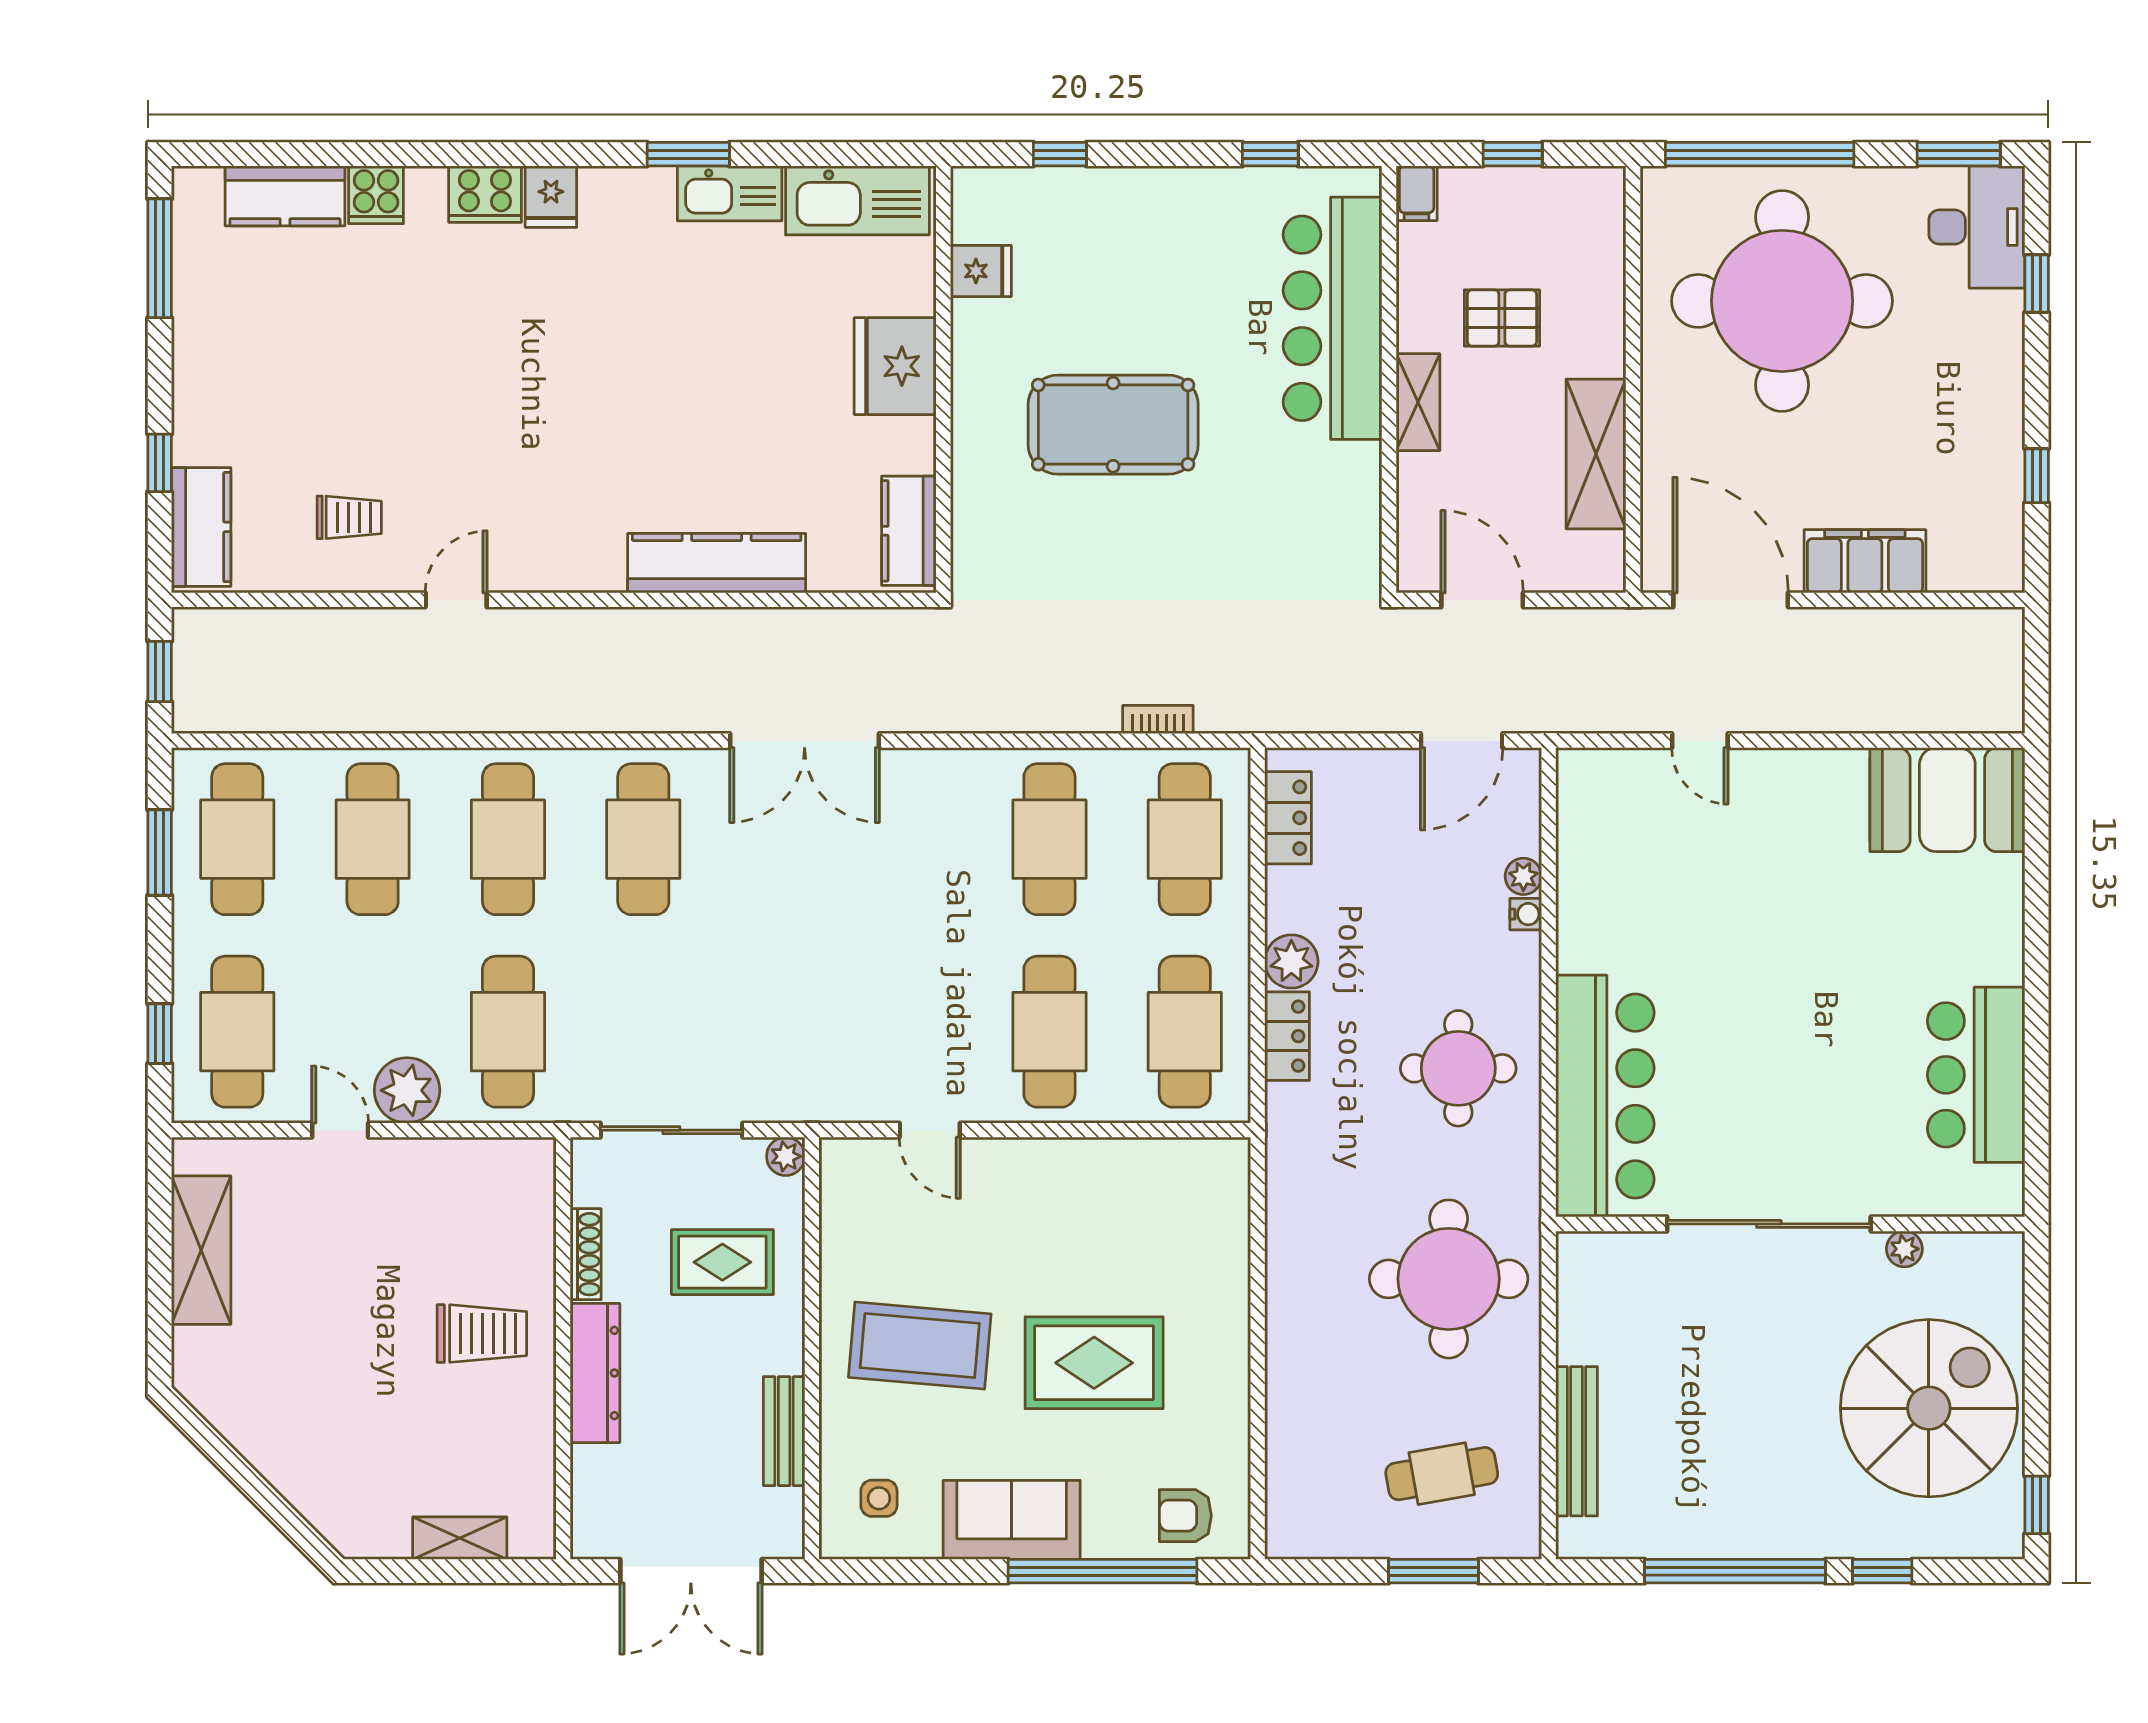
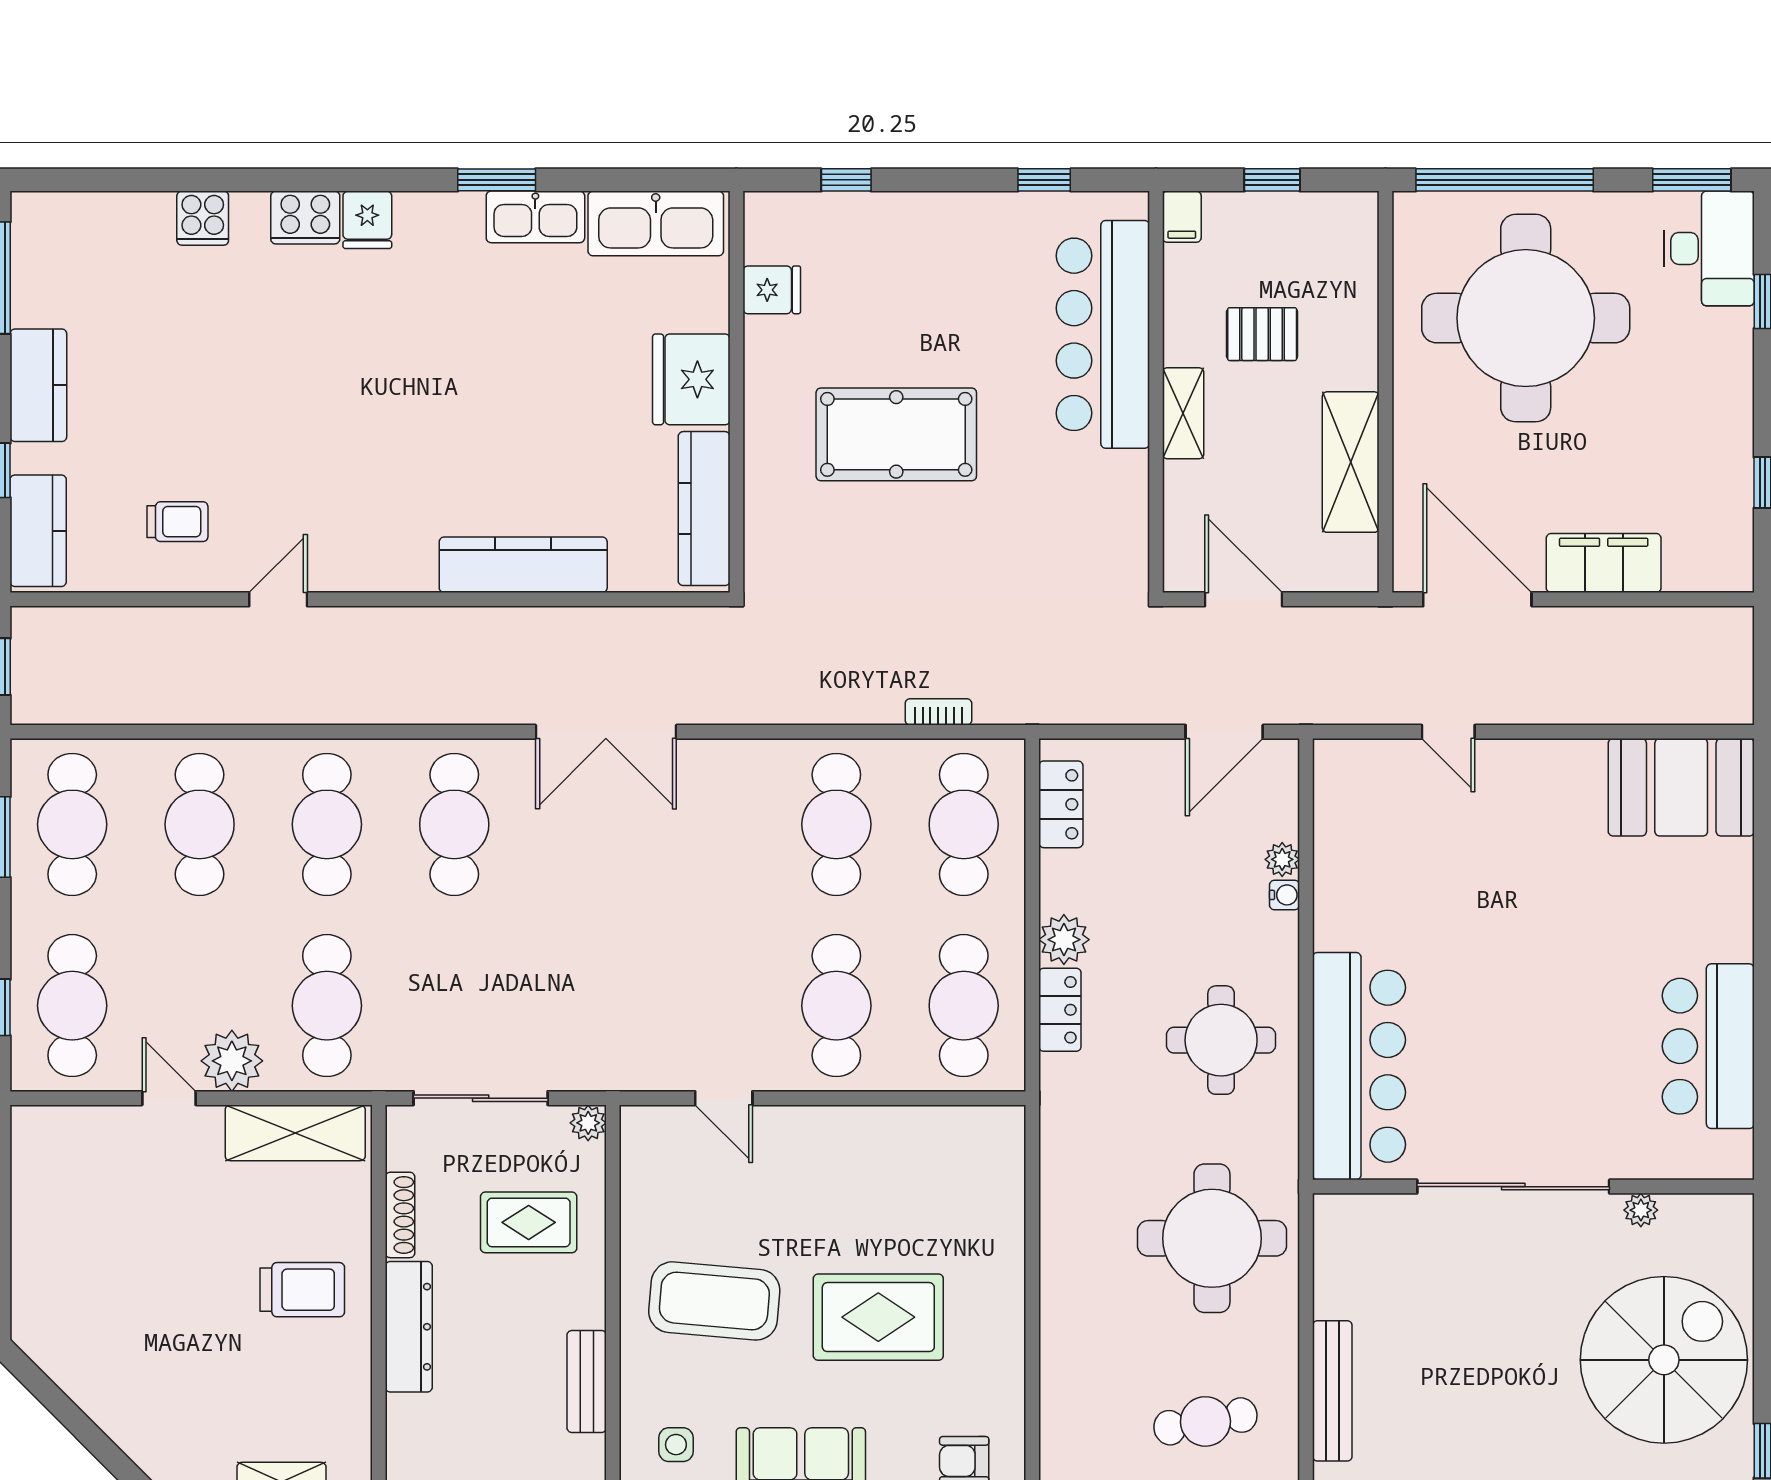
kitchen counter: (285, 196) -> (38, 385), moved, turned -90
kitchen counter: (909, 531) -> (704, 509), width x1.50
shelving: (201, 1250) -> (295, 1133), moved, turned 90

